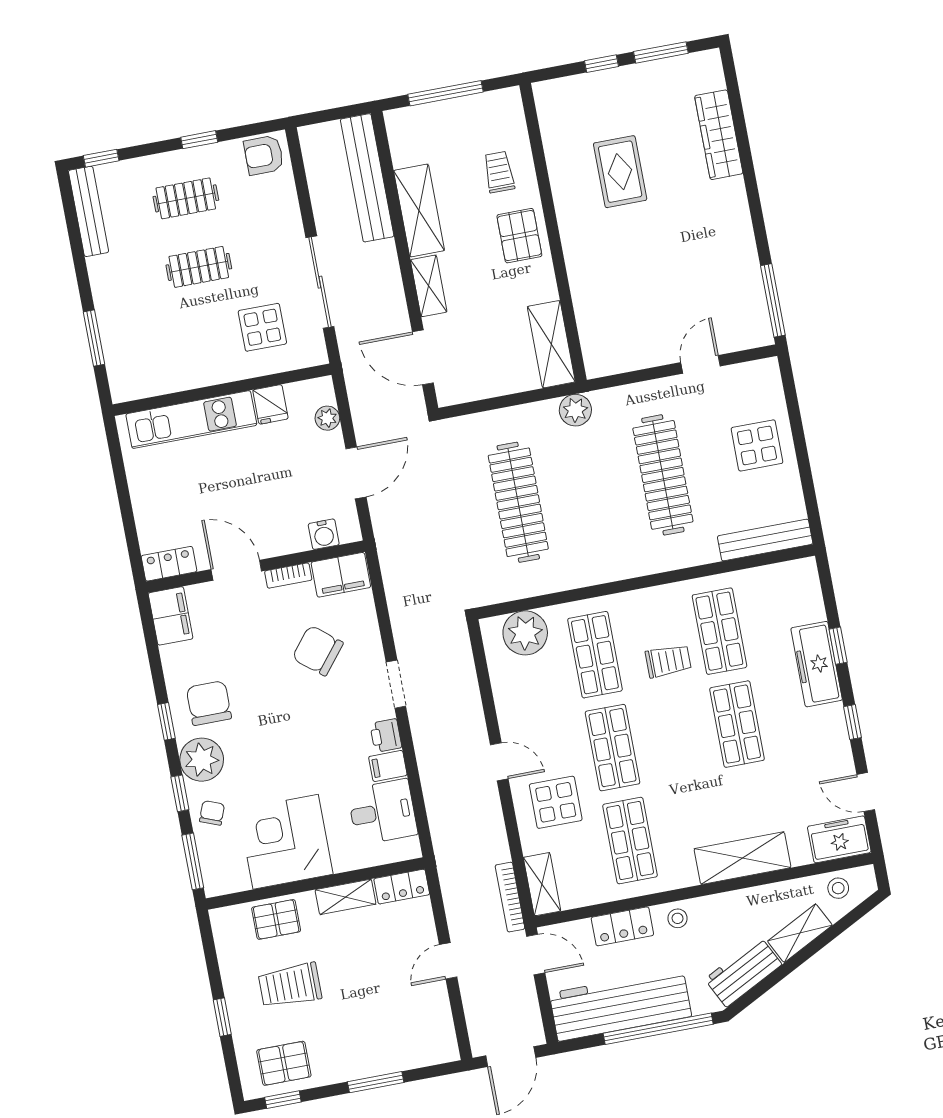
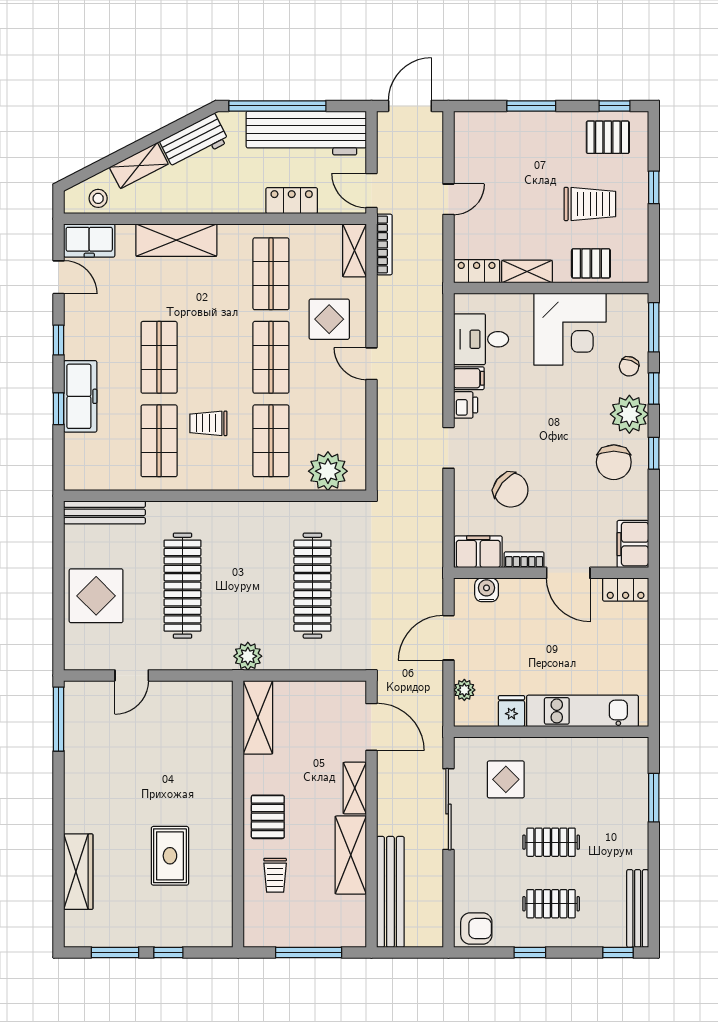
display table: (757, 445) -> (96, 596), width x1.36, depth x1.36
stool: (678, 918) -> (243, 199), removed

